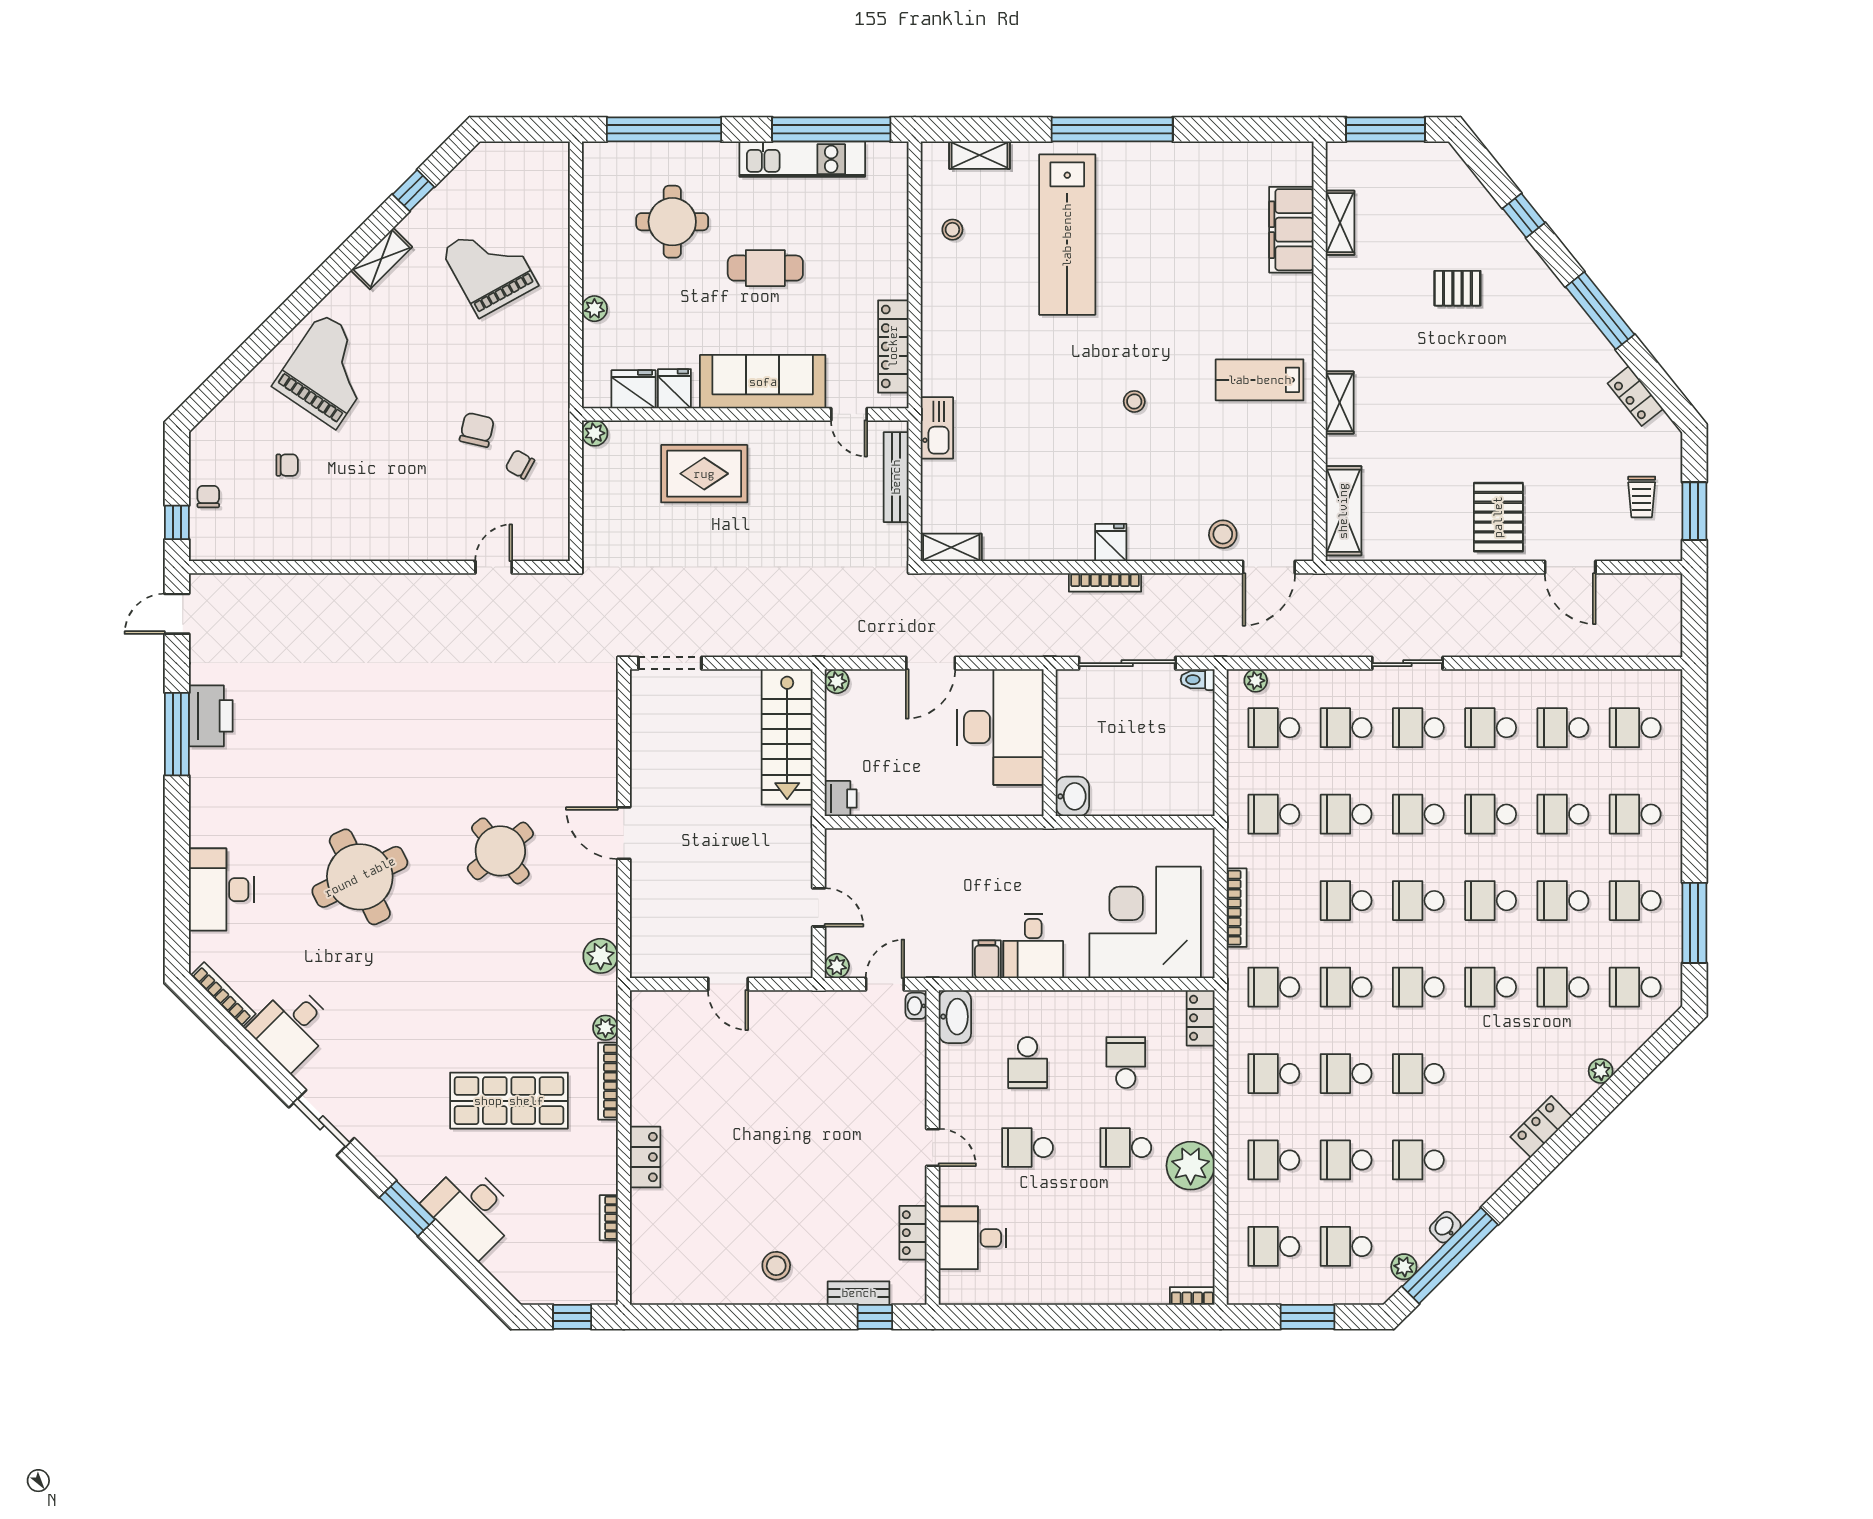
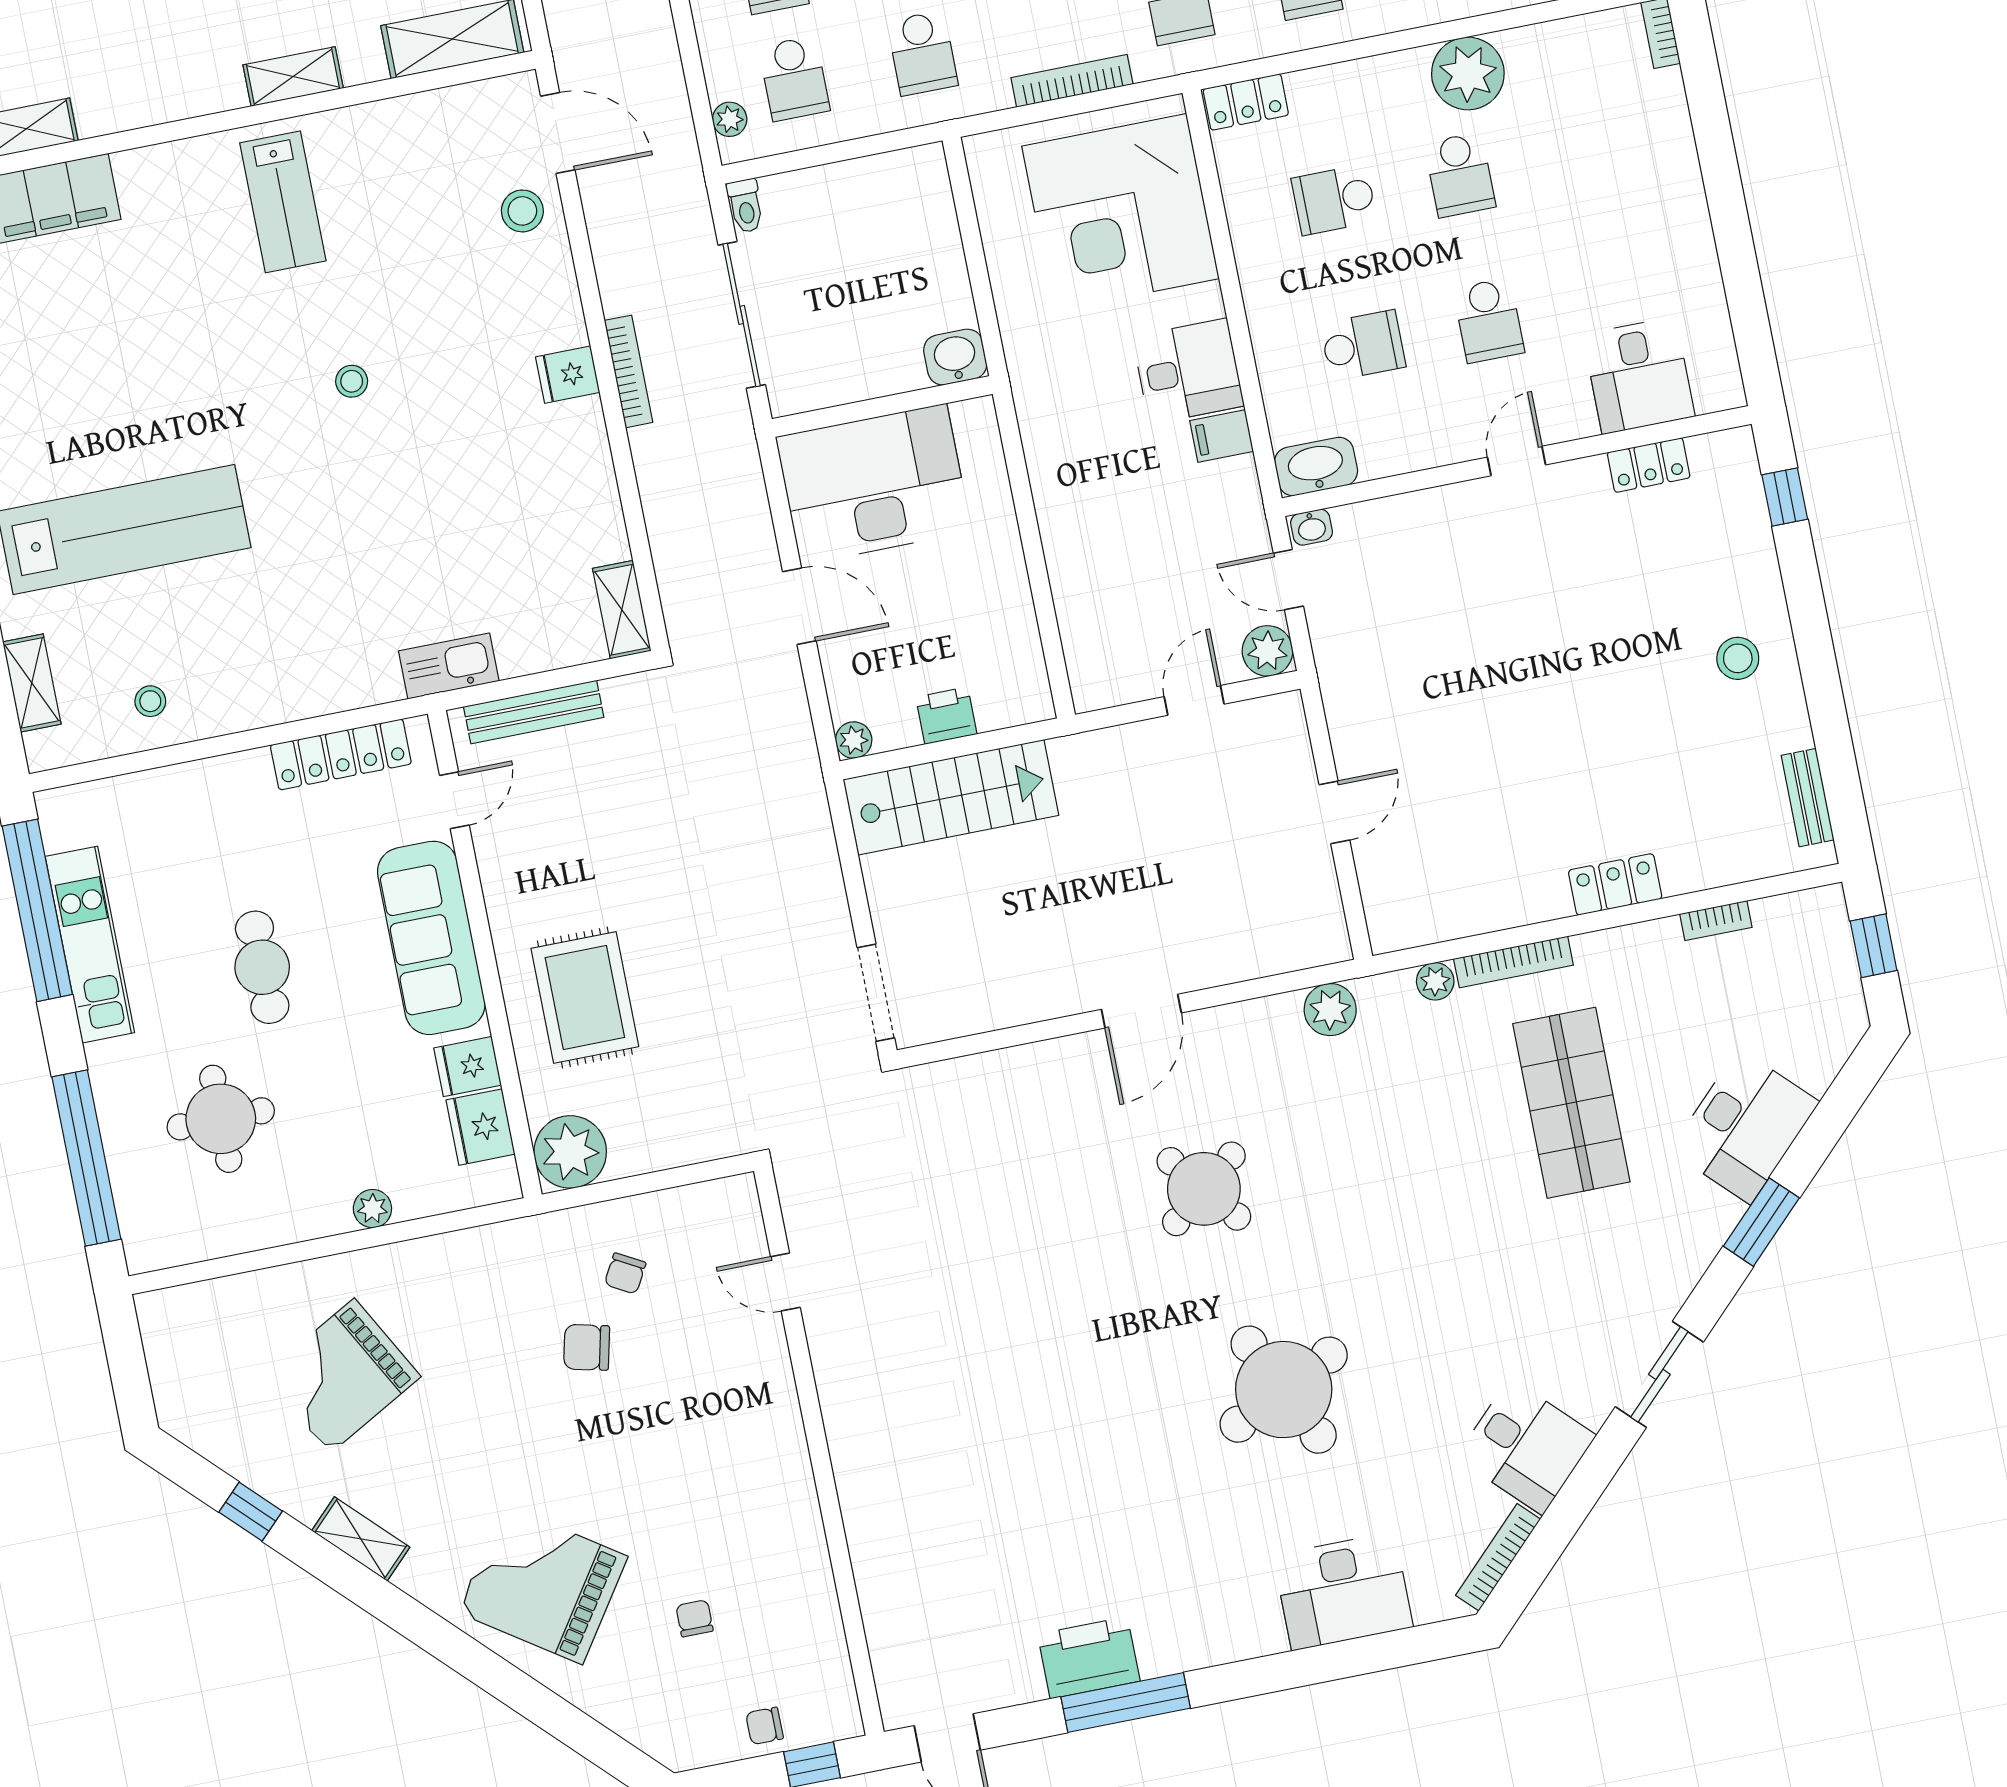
plant: (595, 433) -> (570, 1152), width x1.87, depth x1.87
printer: (841, 799) -> (946, 716), moved
plant: (837, 966) -> (1267, 651), width x1.38, depth x1.38
bench: (859, 1293) -> (1808, 798), moved

